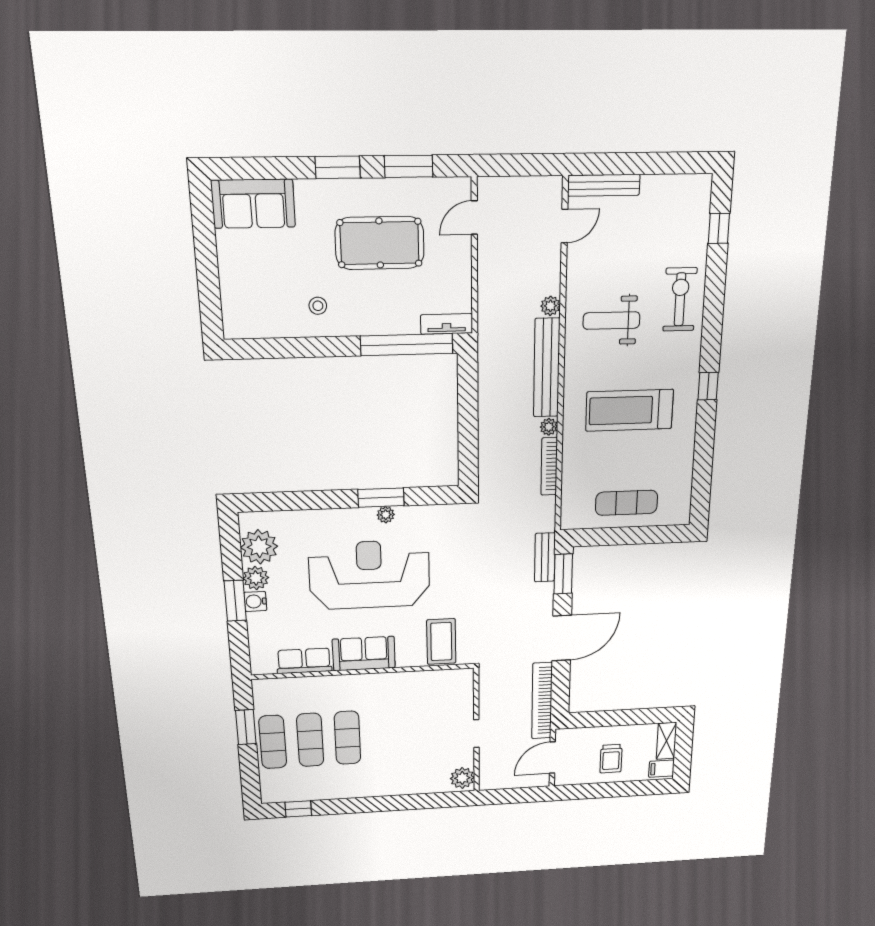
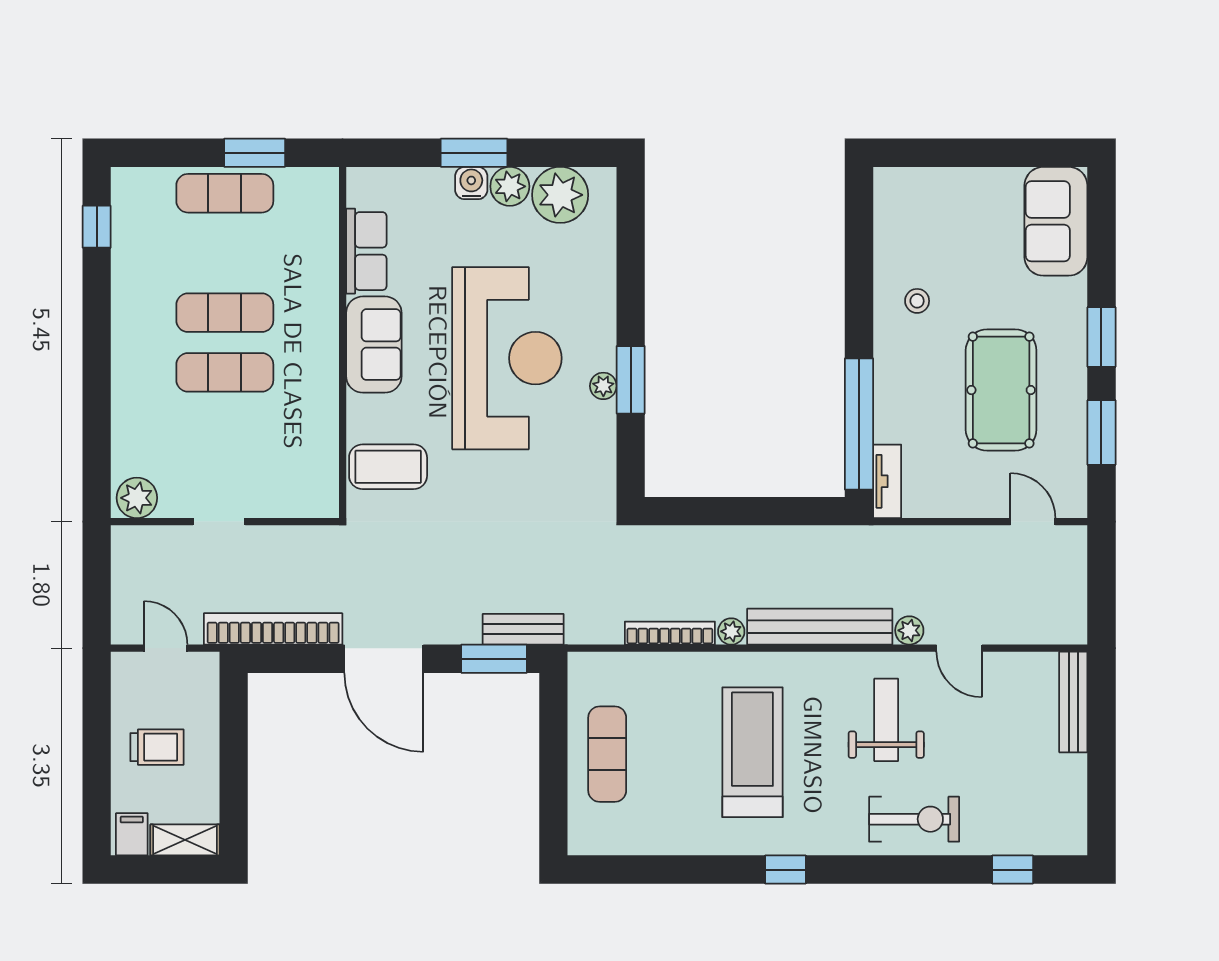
door: (564, 226) -> (959, 648), moved
exercise mat: (310, 740) -> (225, 372), moved
door: (552, 758) -> (166, 648), width x0.73
trolley: (611, 759) -> (157, 747), turned 180

